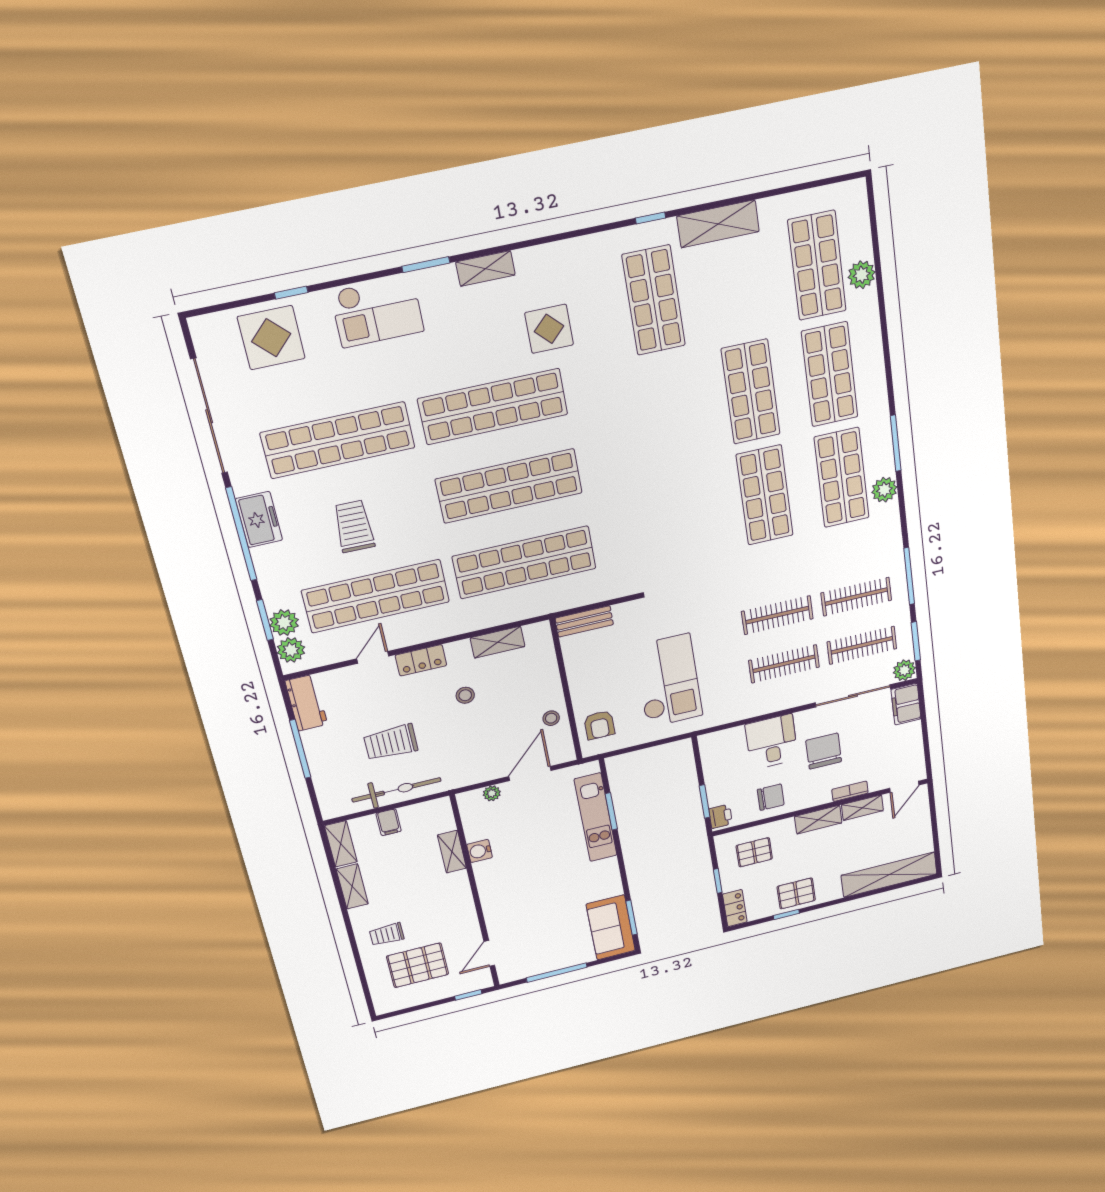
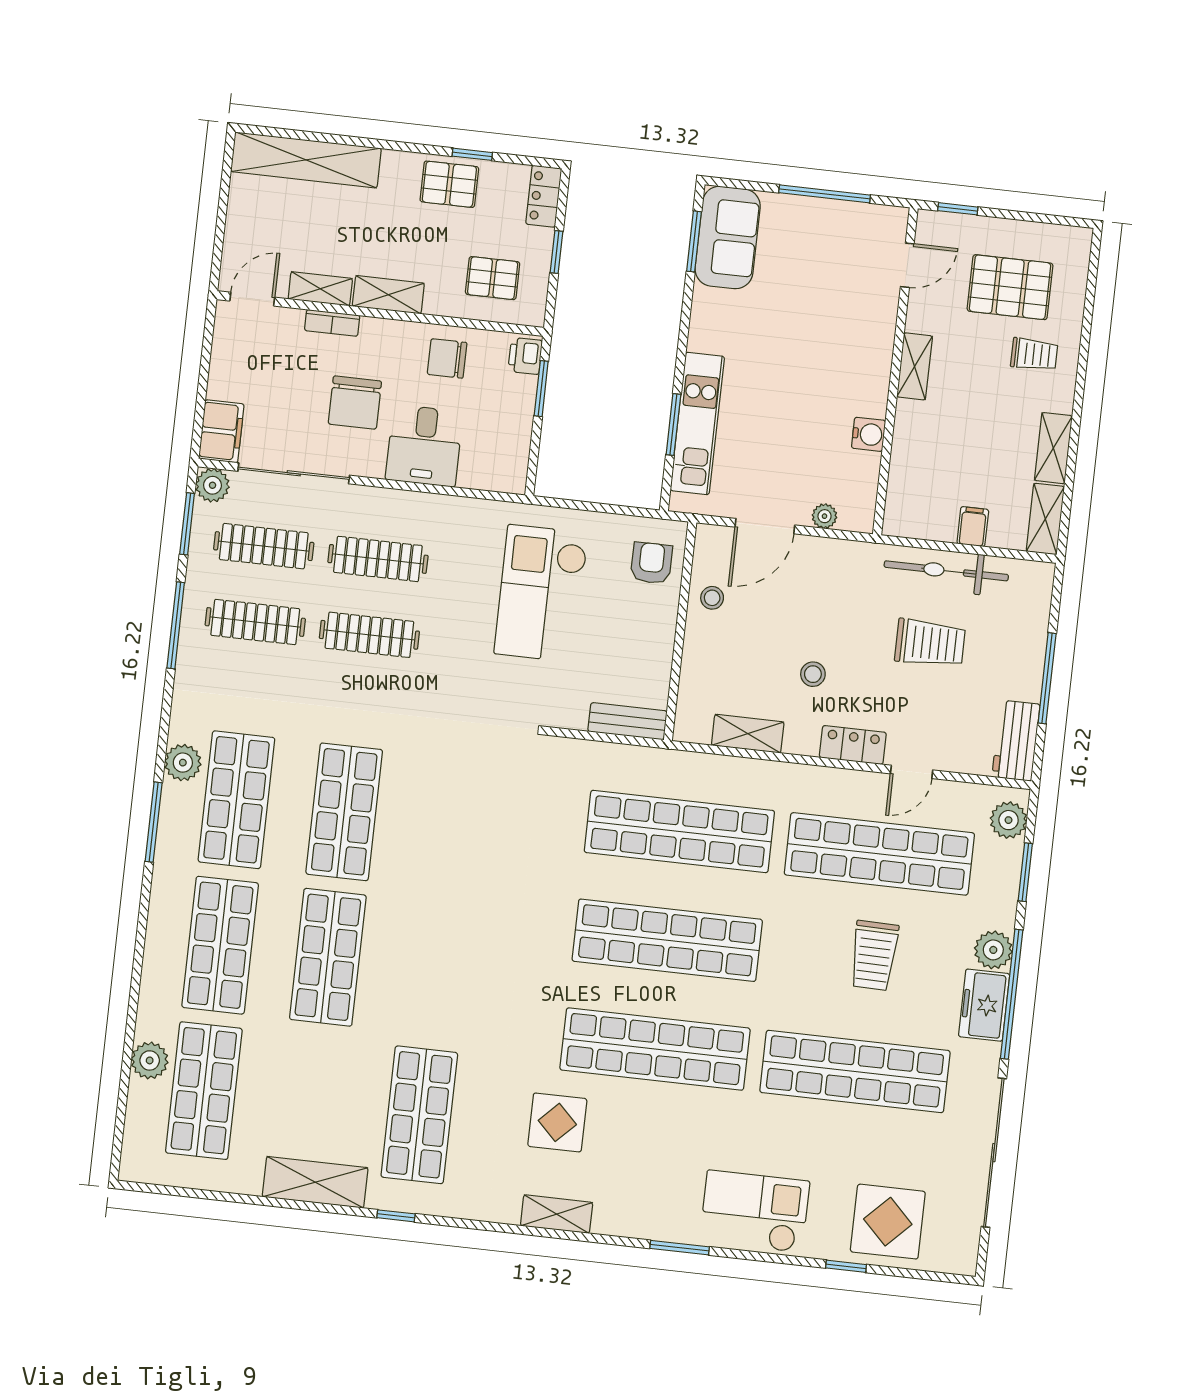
shelving: (485, 268) -> (557, 1214), moved
plant: (284, 623) -> (993, 950), moved
shelving: (452, 852) -> (915, 366), moved

